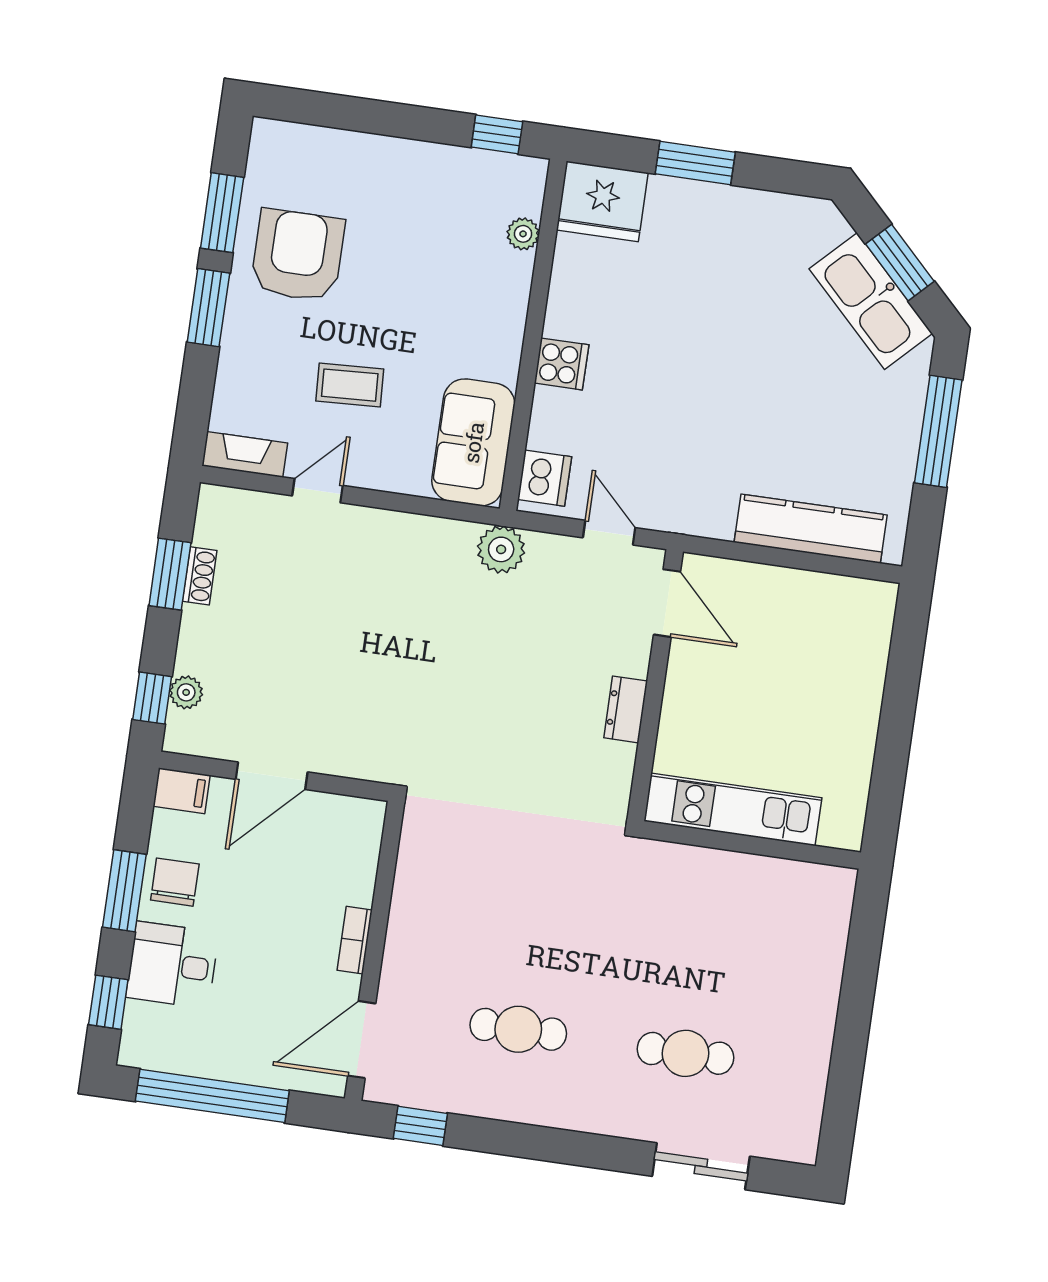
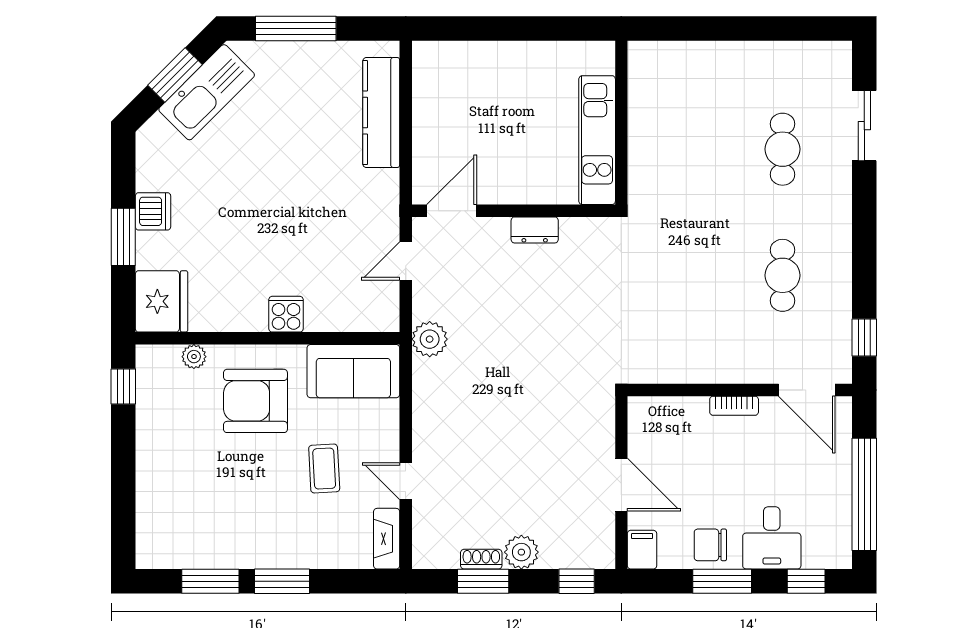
armchair: (298, 255) -> (255, 401), moved
dishwasher: (545, 478) -> (153, 211), moved, turned 90
plant: (186, 692) -> (521, 552), moved, width x1.38, depth x1.38

